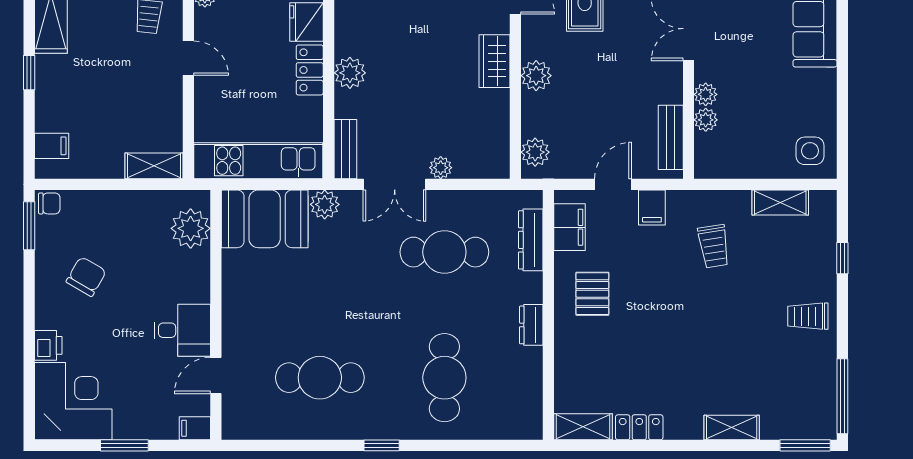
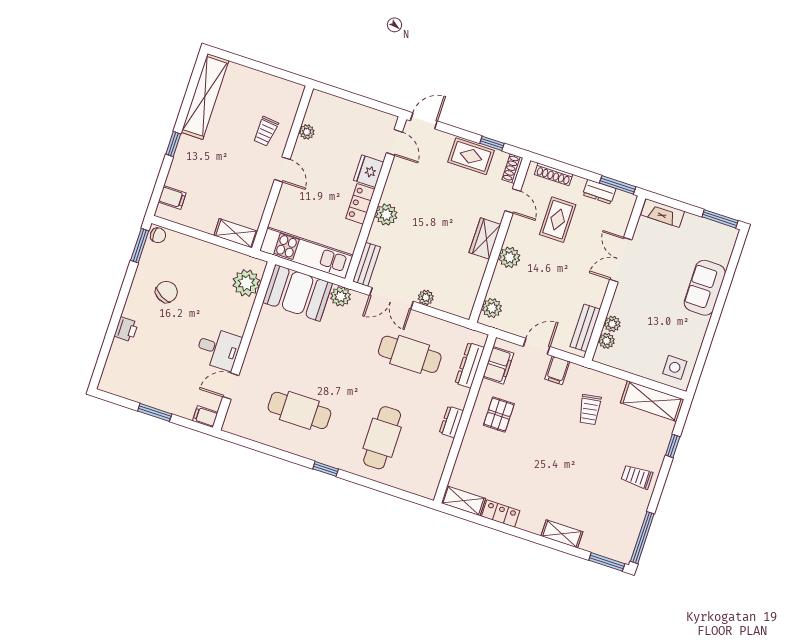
plant: (706, 94) -> (607, 341), moved
shelving: (780, 202) -> (652, 401), width x1.50, depth x1.33
corner desk: (73, 401) -> (130, 372), removed

